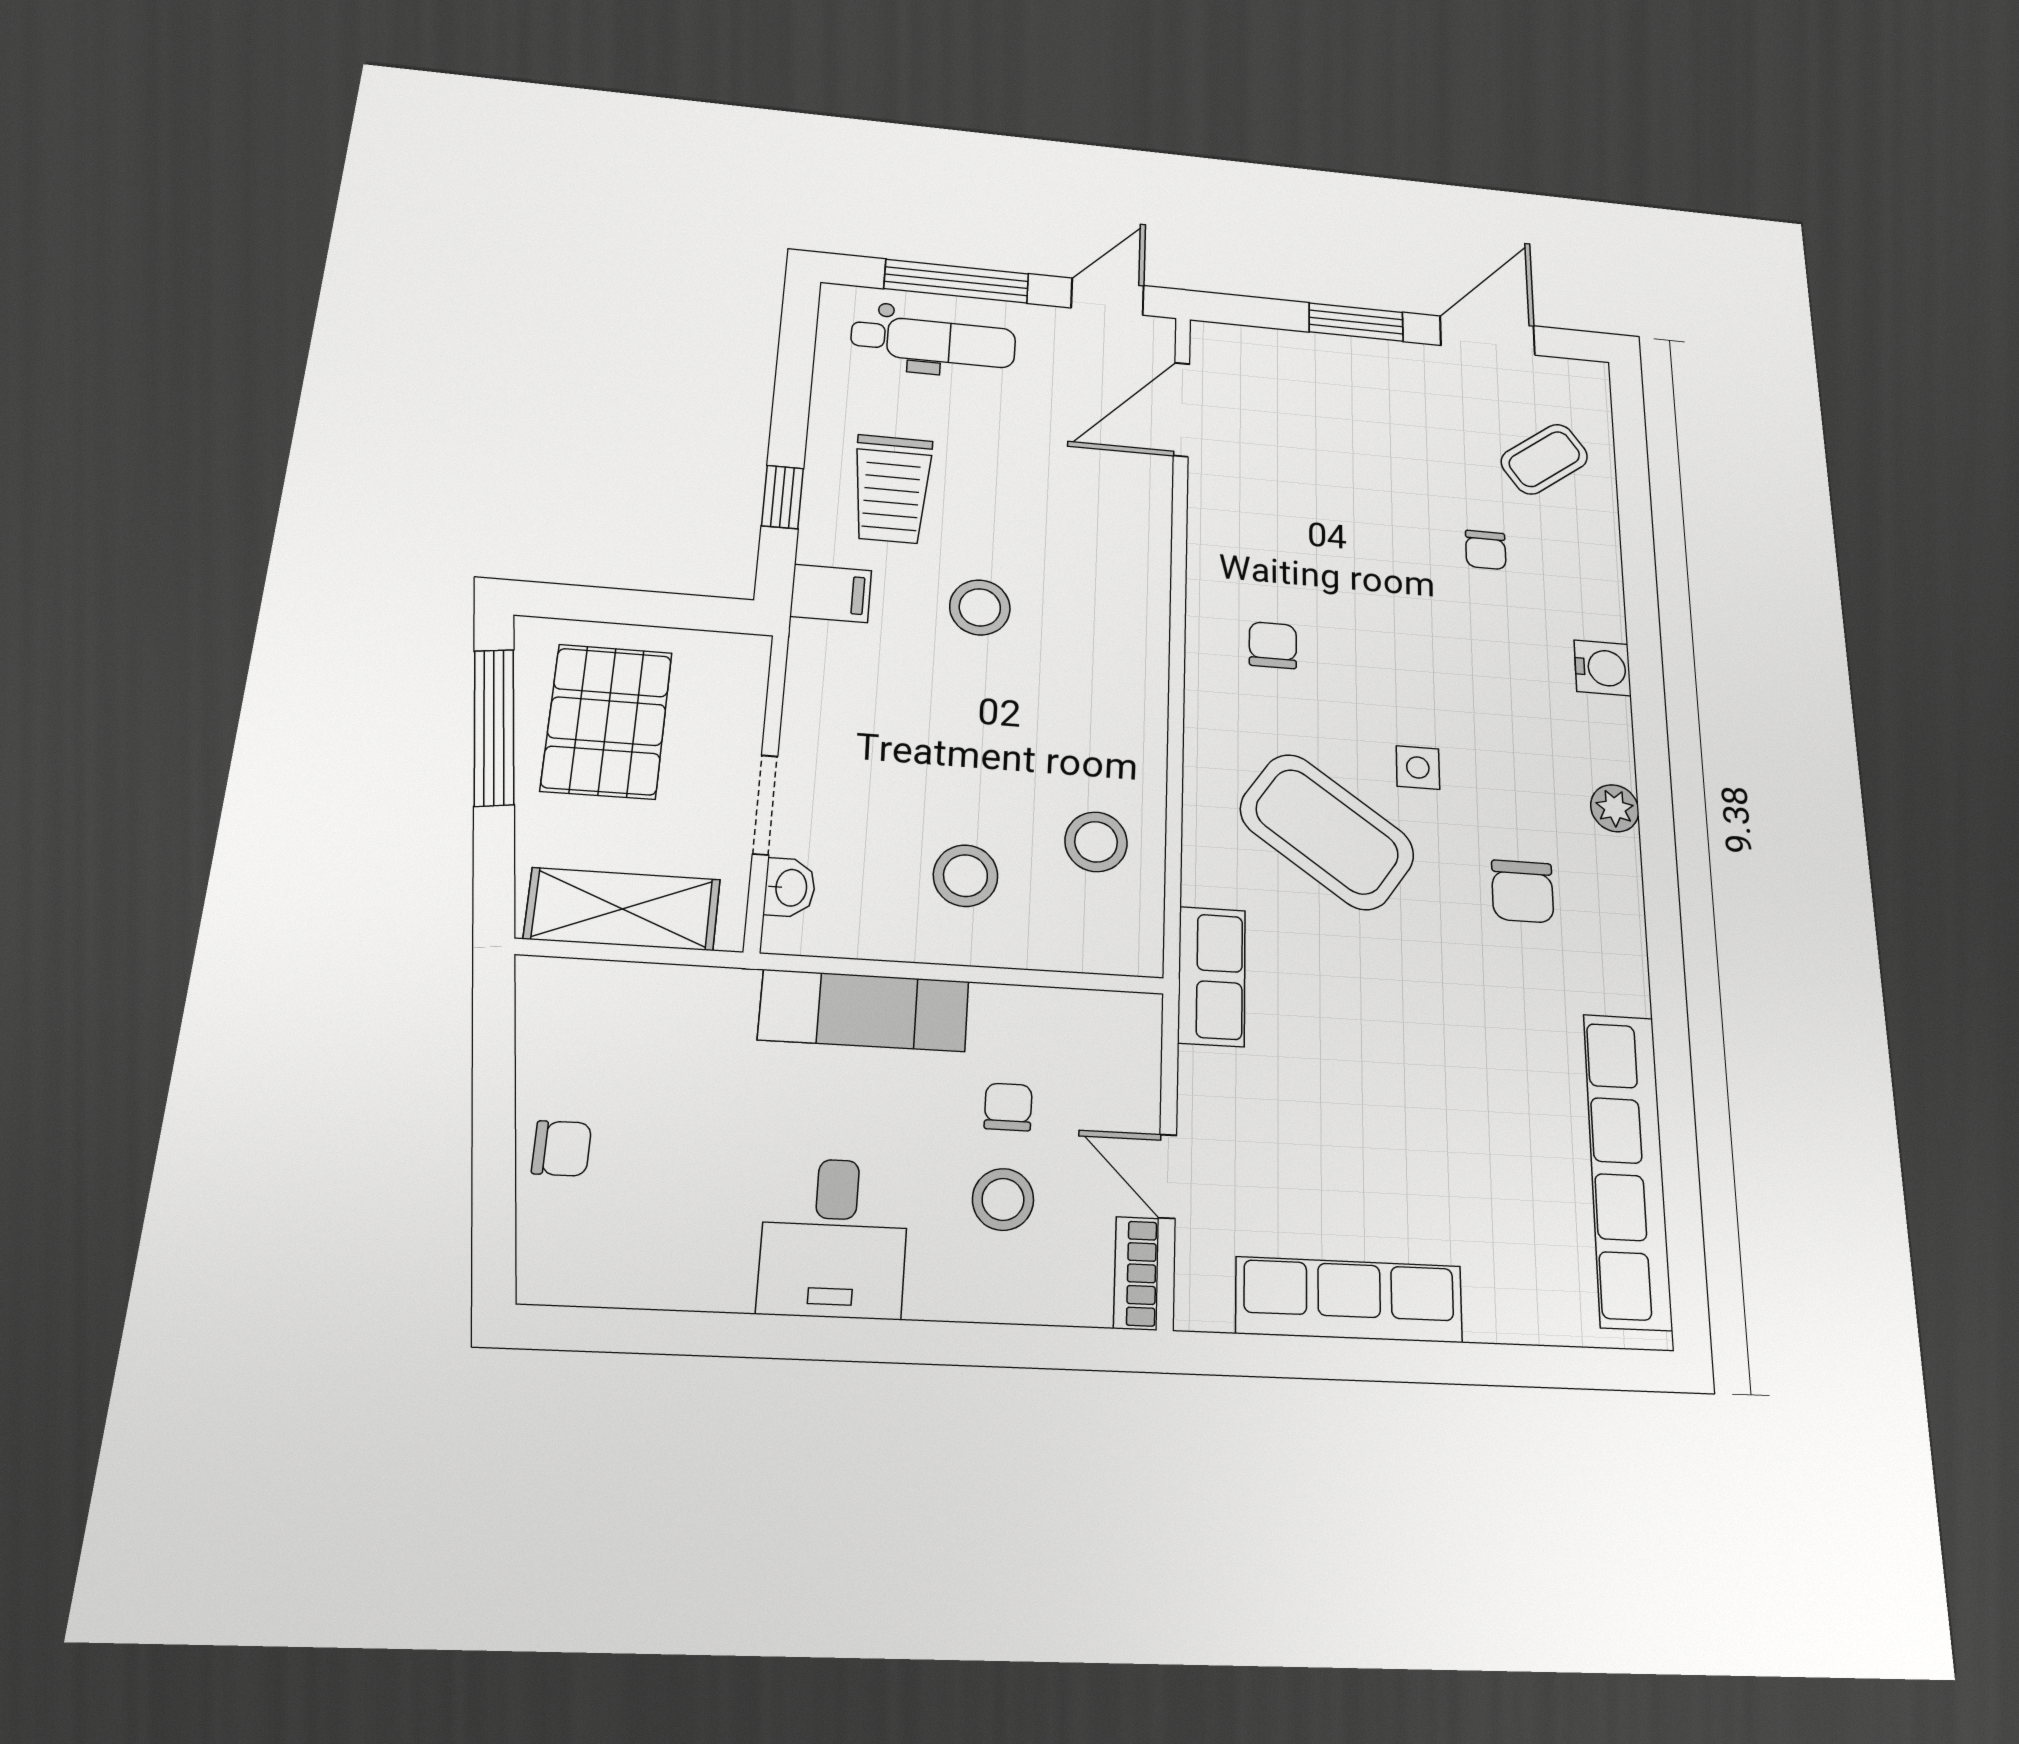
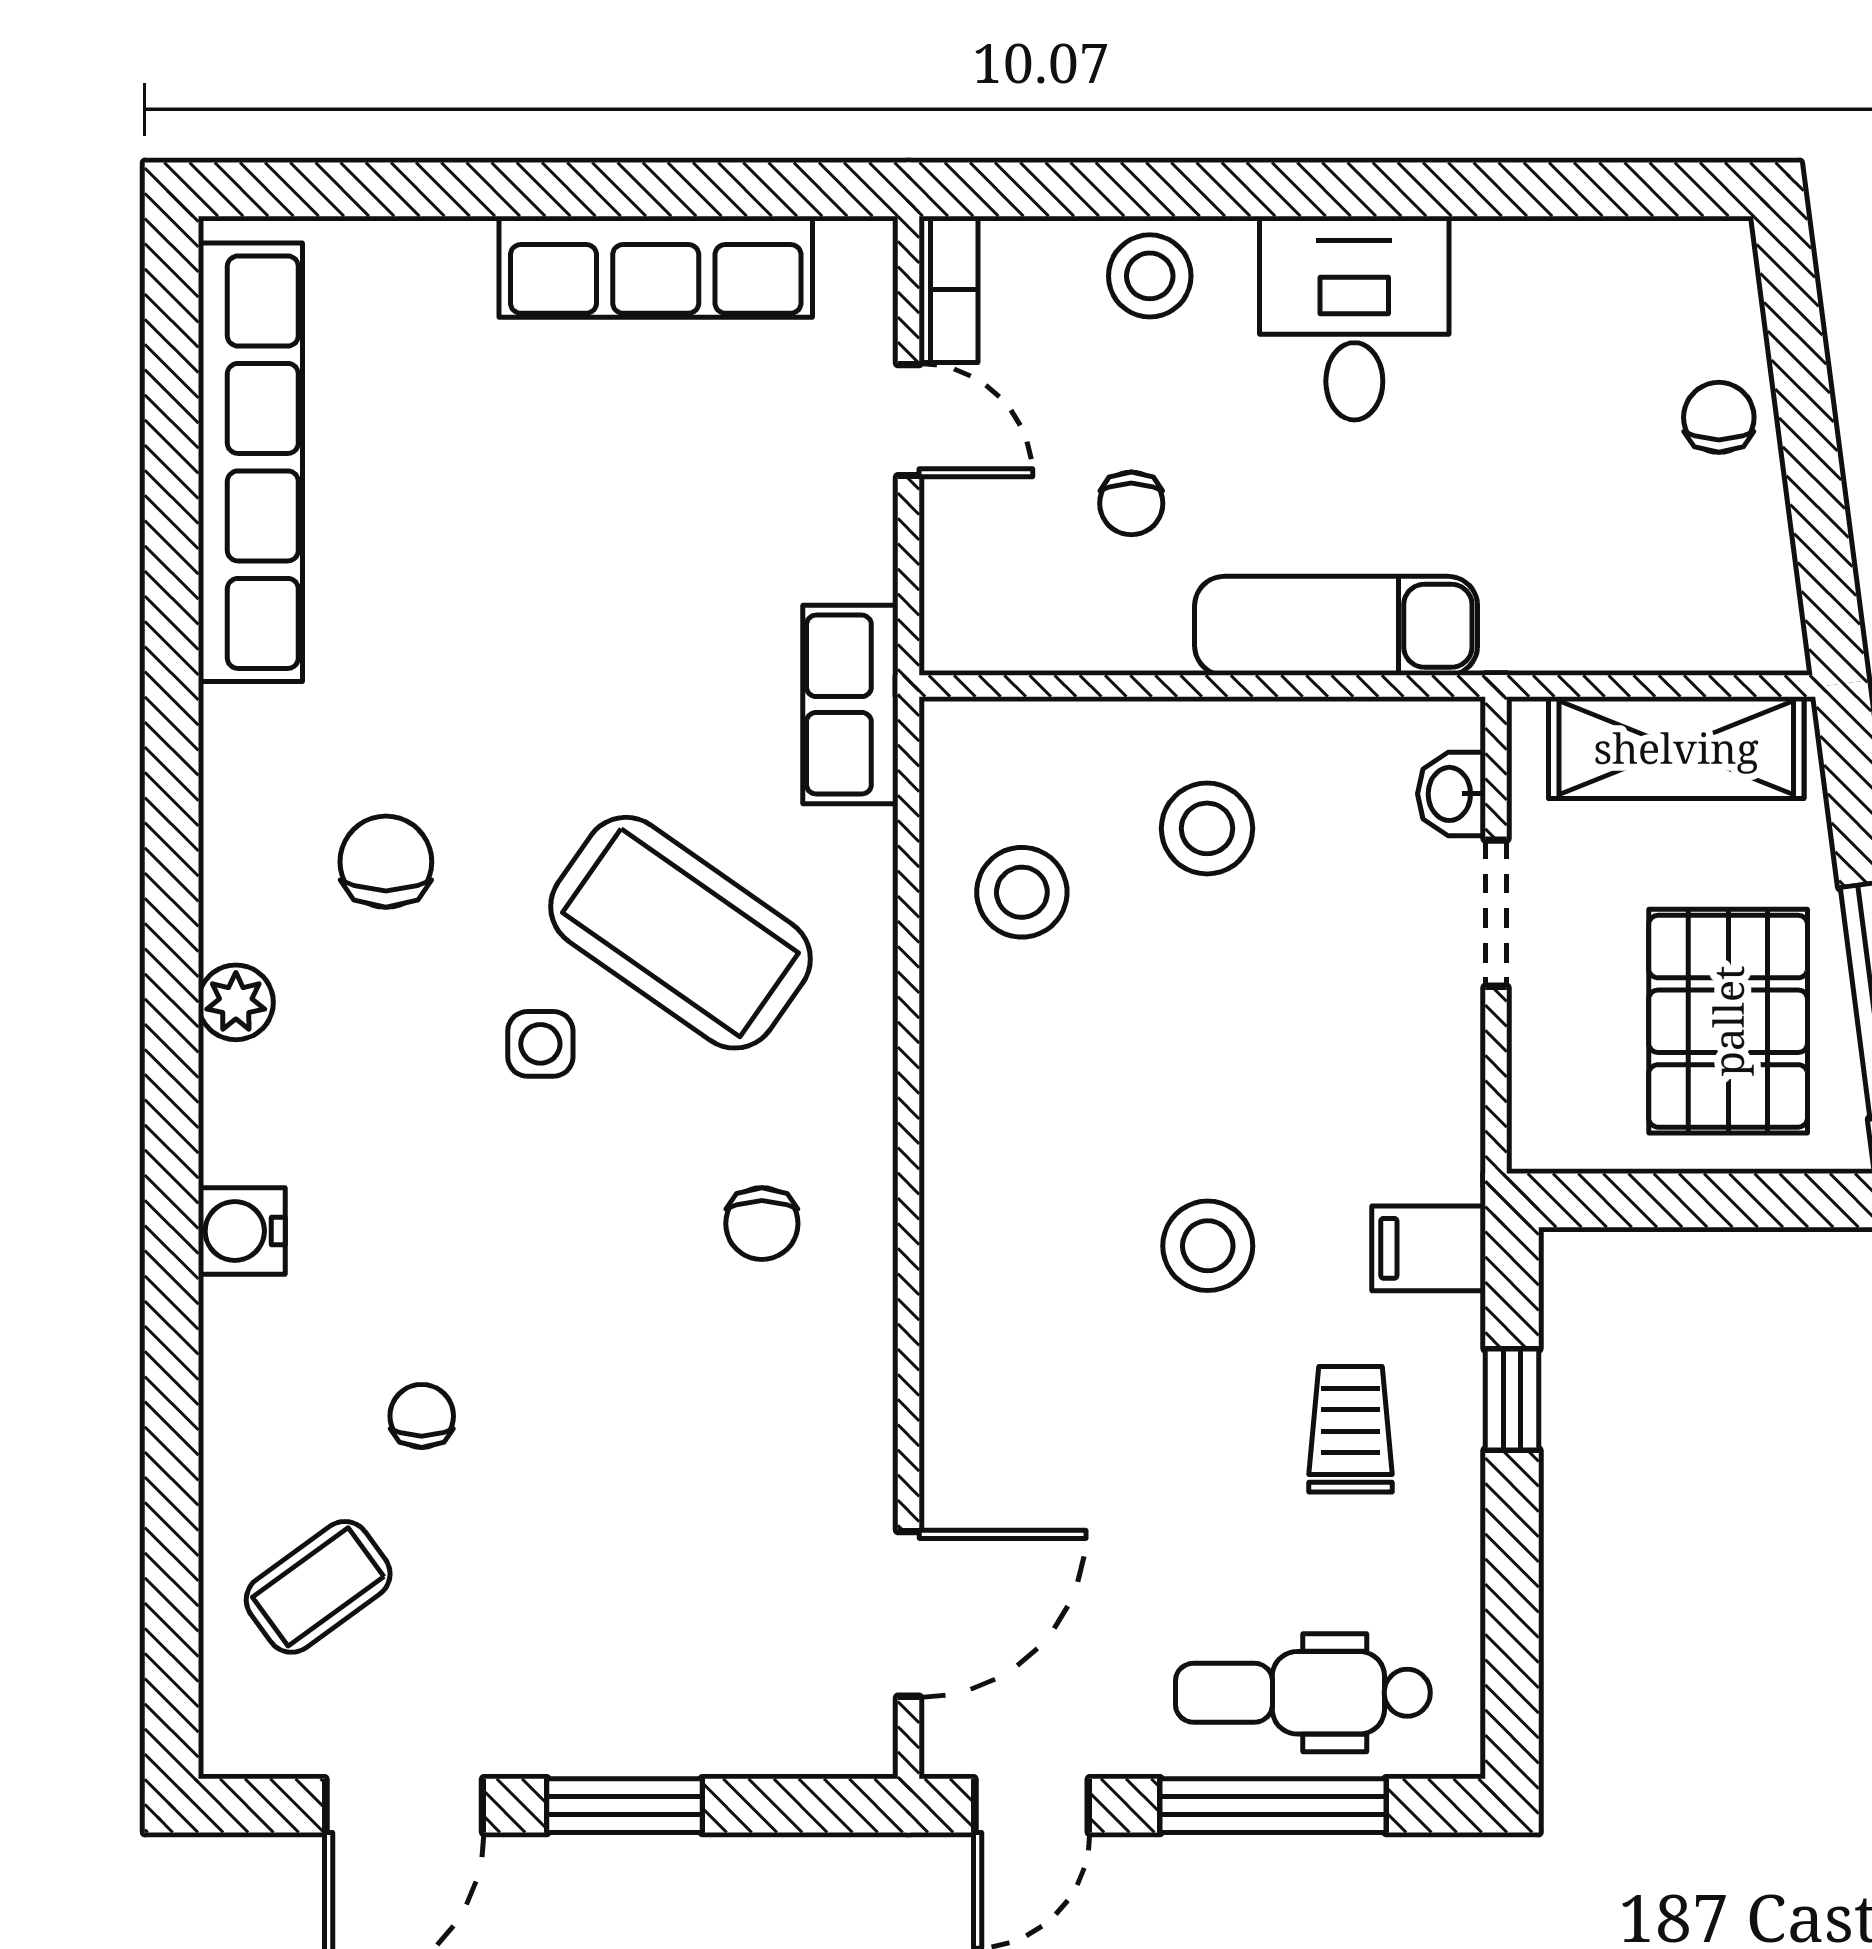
trolley: (892, 489) -> (1350, 1429), width x0.73, depth x0.72
chair: (562, 1148) -> (1719, 417), turned 90
stool: (1003, 1199) -> (1150, 276), moved

